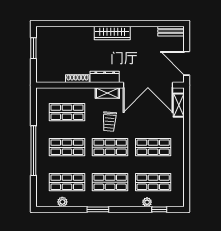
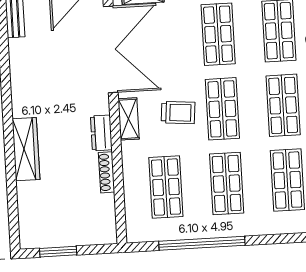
wardrobe: (112, 33) -> (26, 149), moved
dresser: (105, 77) -> (101, 133), width x0.70
window: (33, 151) -> (202, 243), moved

